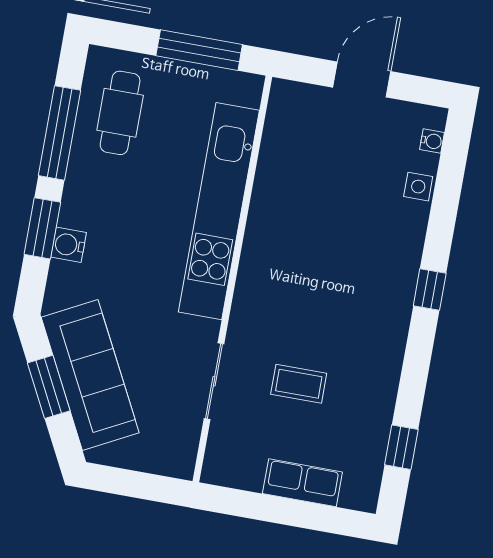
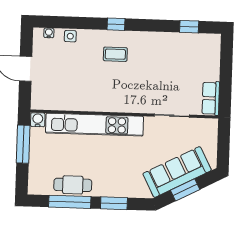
cafe table: (120, 113) -> (73, 185), moved
water cooler: (69, 245) -> (38, 120), moved, turned 180
coffee table: (299, 384) -> (115, 54), moved, turned 90
row of seats: (302, 483) -> (211, 98), moved

